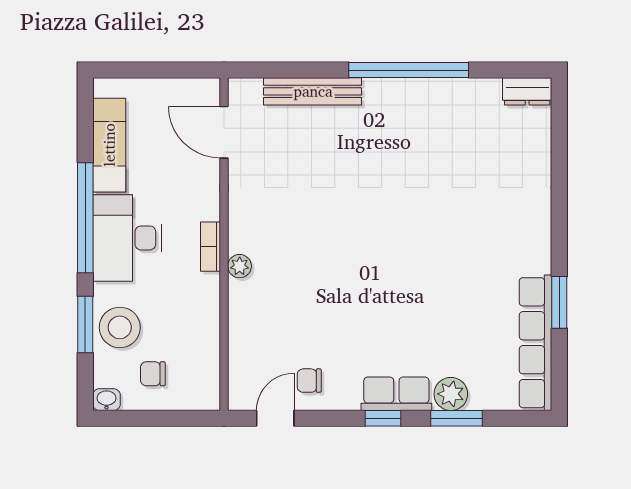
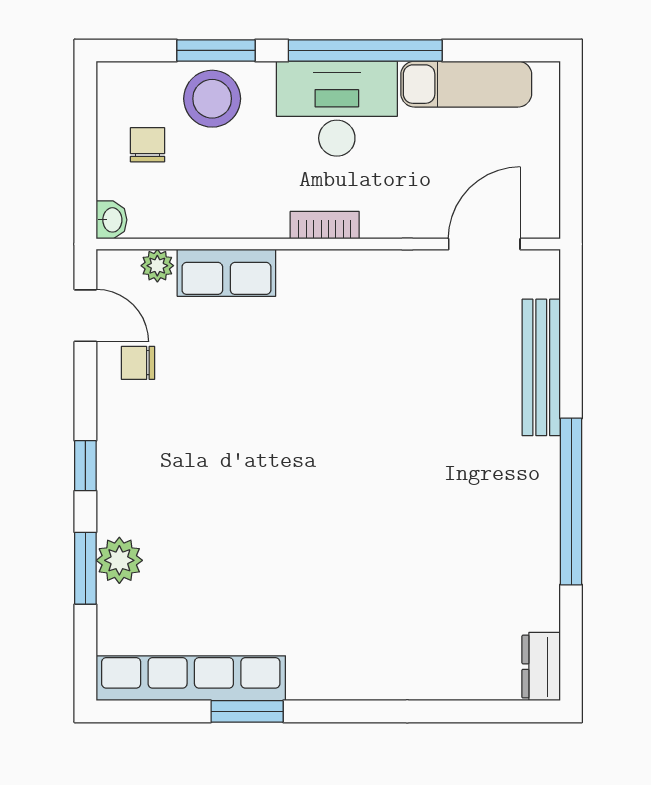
plant: (240, 266) -> (157, 266), moved
chair: (309, 381) -> (138, 363), turned -90
row of seats: (396, 394) -> (226, 273), moved, turned 90
washbasin: (106, 400) -> (111, 220), moved

